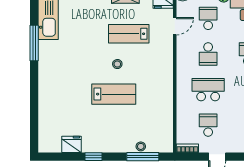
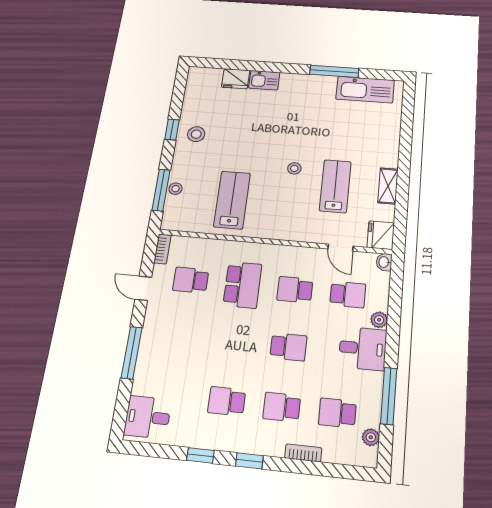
kitchen sink: (46, 94) -> (264, 80), added
lab bench: (114, 94) -> (232, 200), moved, turned 180
school desk: (208, 125) -> (191, 280), turned 180
stool: (96, 138) -> (196, 134), added
fridge: (71, 144) -> (236, 79), moved, turned 90

